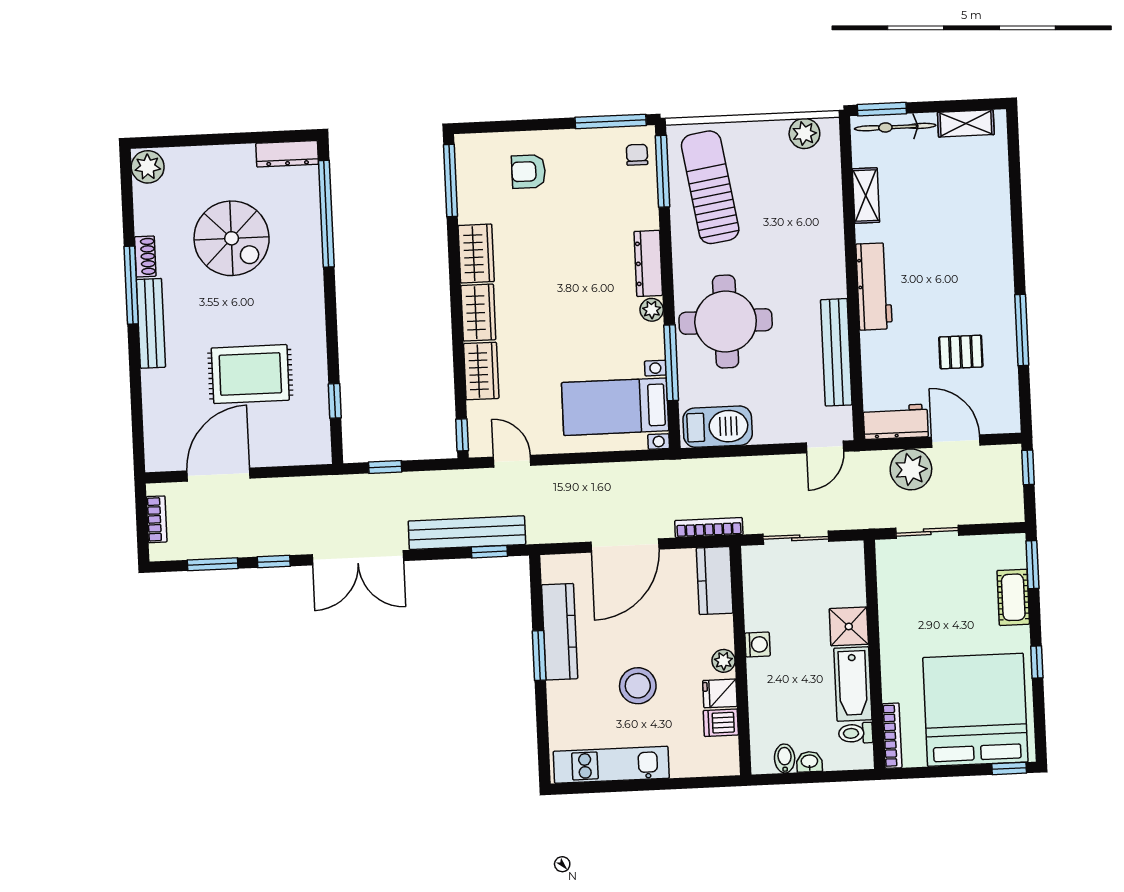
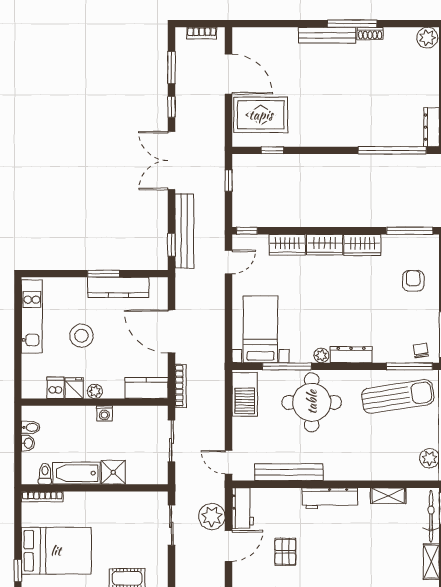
chair: (637, 155) -> (421, 351), turned -98
spiral stairs: (232, 238) -> (379, 89), removed
rug: (250, 374) -> (261, 115), moved, turned 90
bed: (975, 710) -> (56, 551), width x0.73

